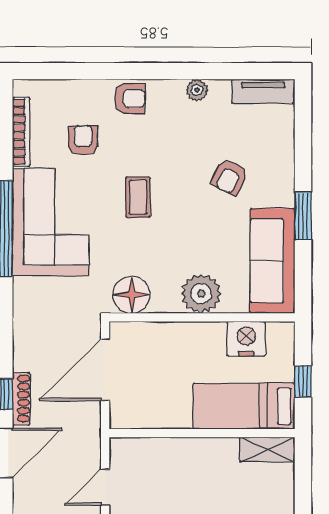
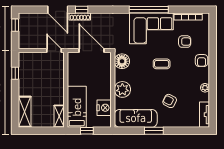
door: (105, 487) -> (54, 51), moved

